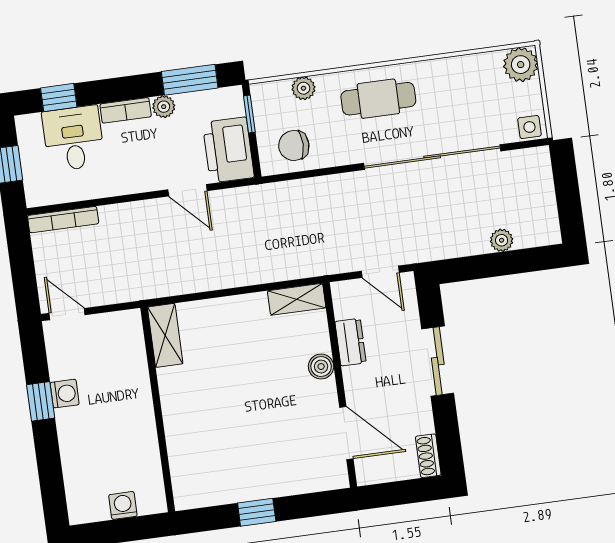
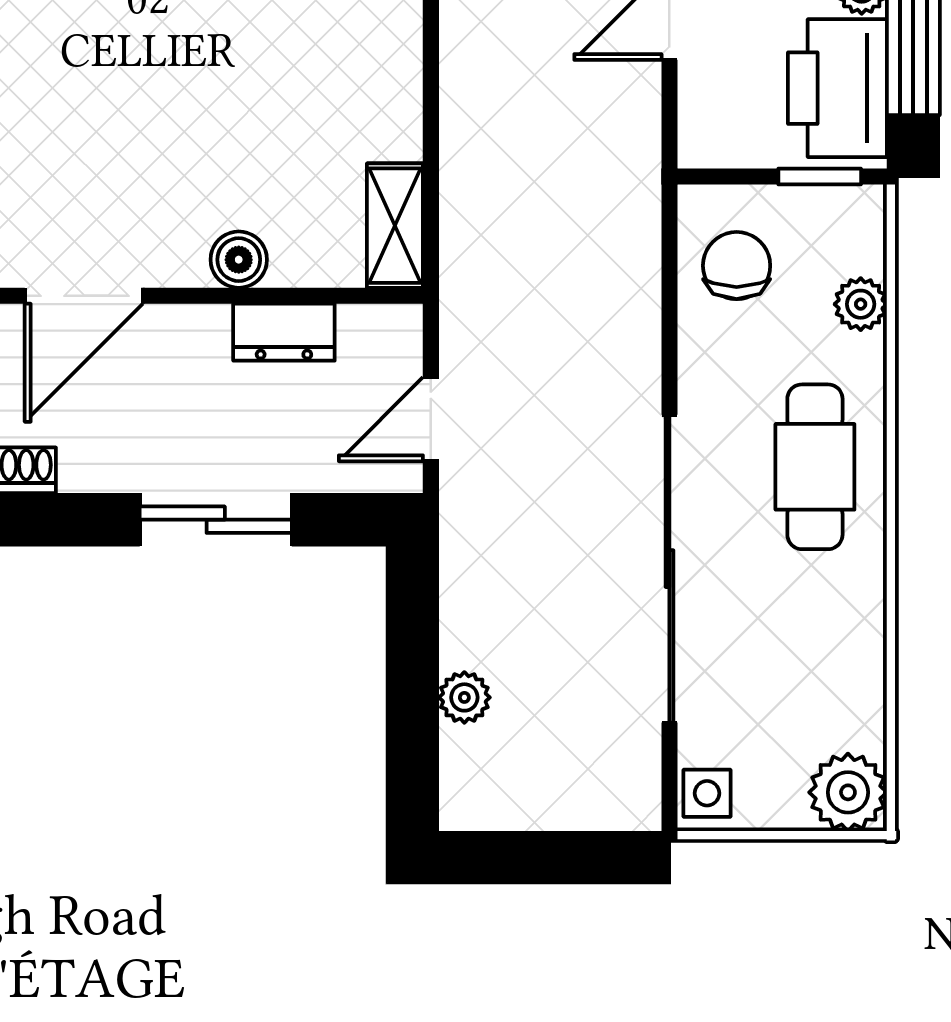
printer: (228, 150) -> (837, 88), moved, turned -90

